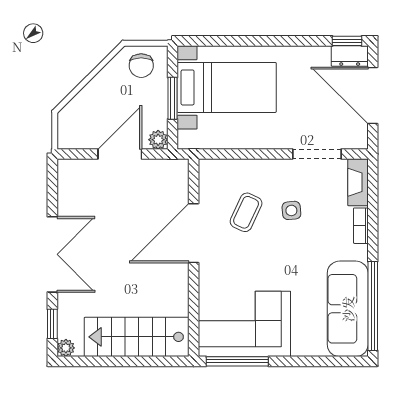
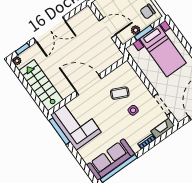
plant: (158, 140) -> (136, 30), moved
door: (194, 233) -> (89, 85), moved

